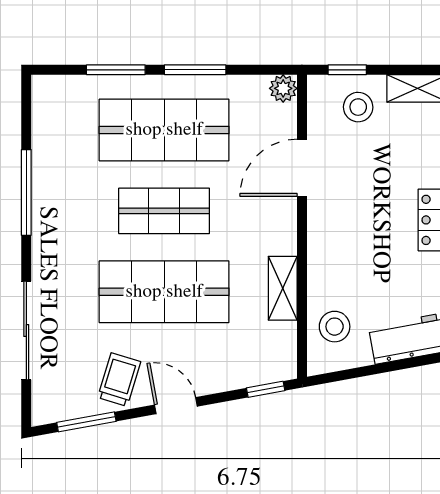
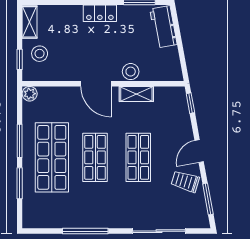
door: (302, 168) -> (96, 84), moved
shop shelf: (164, 292) -> (138, 157), width x0.70, depth x0.74
stool: (335, 327) -> (131, 72), moved

